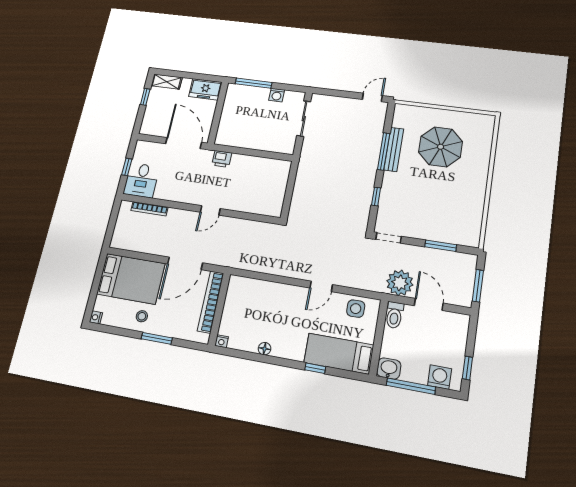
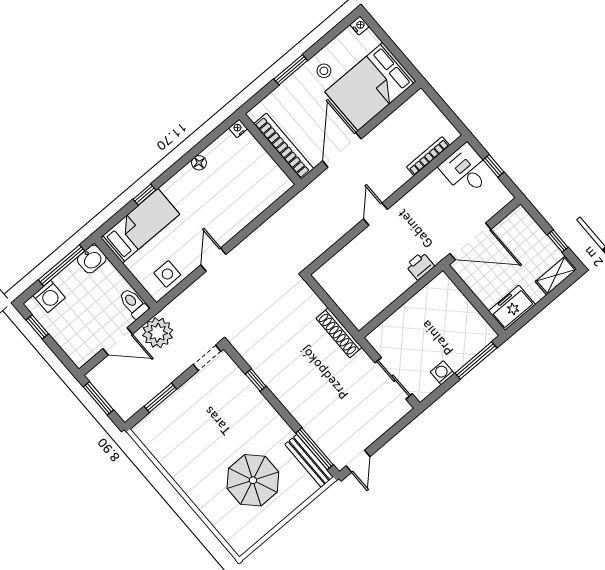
bench: (394, 149) -> (309, 461), moved
window: (384, 151) -> (314, 449), moved
shoe rack: (303, 172) -> (339, 333), added

